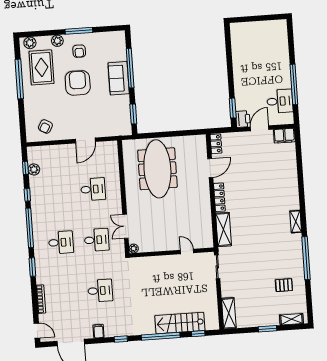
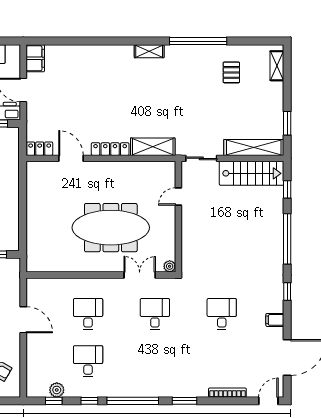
meeting table: (157, 169) -> (111, 228), moved
double door: (125, 226) -> (140, 275), swing flipped
desk: (61, 242) -> (88, 361), moved
shelving: (229, 313) -> (254, 147), width x1.47
stairs: (180, 323) -> (252, 173), moved, turned -90
window: (267, 329) -> (287, 123), moved

